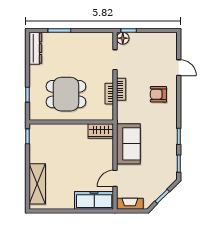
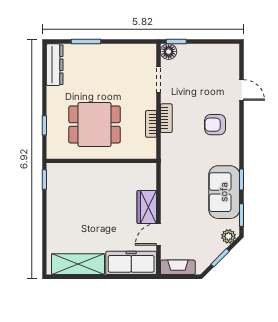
wardrobe: (101, 131) -> (147, 207), moved, turned 90
sofa: (128, 144) -> (224, 192), moved, turned 180
plant: (169, 180) -> (228, 236), added
shelving: (37, 184) -> (78, 264), moved, turned 90

